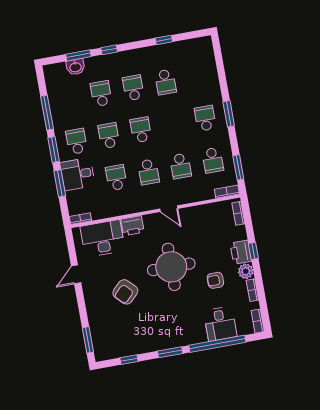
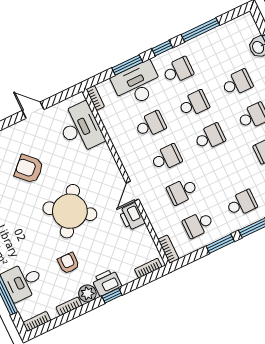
window: (54, 149) -> (162, 48), width x0.67
window: (238, 167) -> (220, 244), moved
school desk: (148, 172) -> (166, 158), turned 180
desk: (78, 174) -> (137, 84), width x1.37
printer: (132, 226) -> (132, 217), moved
round table: (171, 267) -> (70, 211), turned 34

